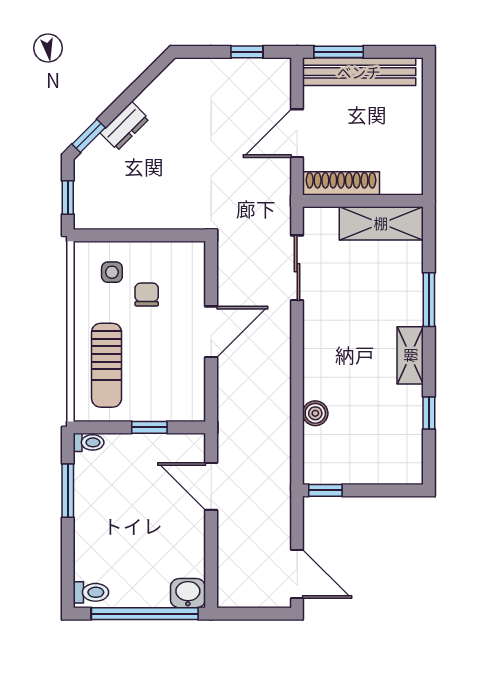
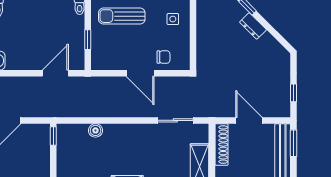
chair: (147, 294) -> (163, 57), moved

